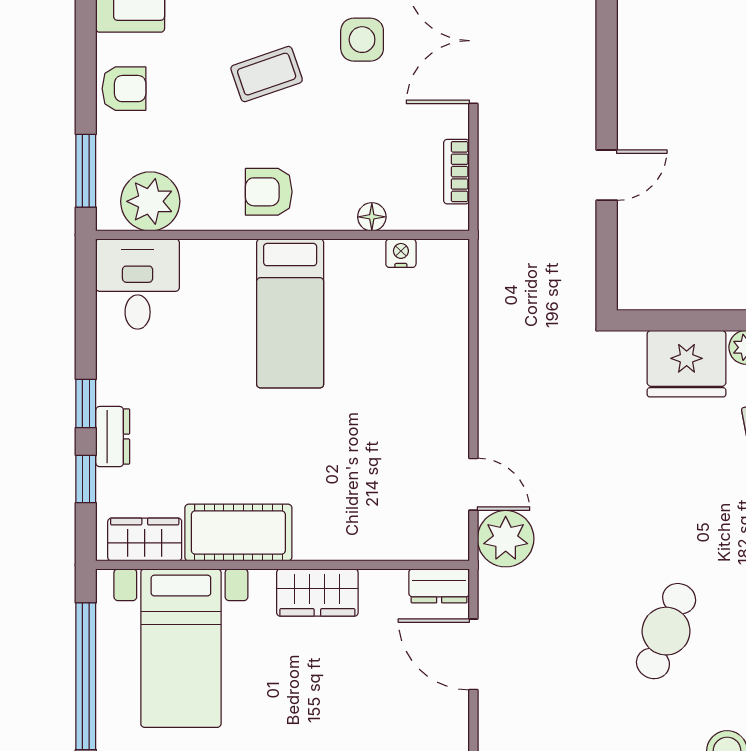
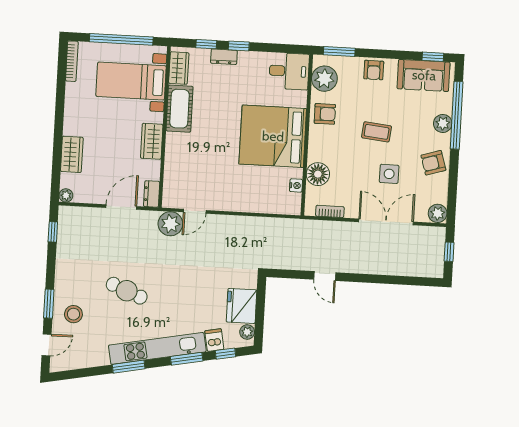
coffee table: (267, 74) -> (377, 132), turned -65
armchair: (269, 192) -> (325, 114), moved, turned 90
floor lamp: (372, 217) -> (318, 174), width x1.89, depth x1.89
bed: (290, 313) -> (273, 136), width x2.04

